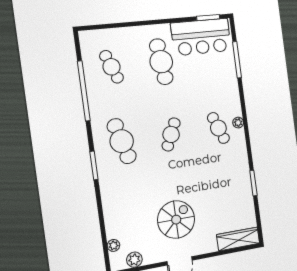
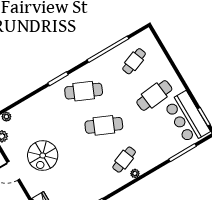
cafe table: (171, 134) -> (104, 125), width x1.37, depth x1.35
cafe table: (122, 141) -> (84, 91), turned 39
spiral stairs: (176, 220) -> (43, 155), turned 90

